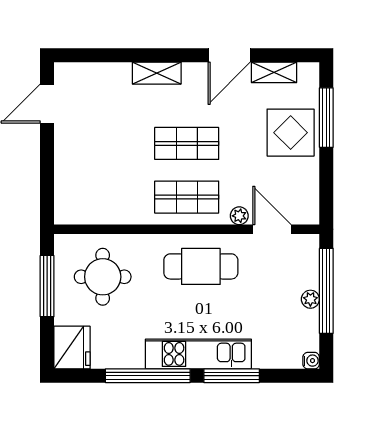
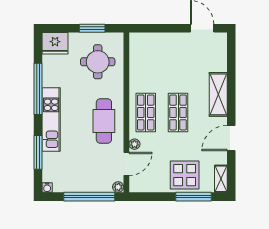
door: (229, 55) -> (231, 138), hinge flipped
shelving: (274, 72) -> (221, 179), moved
shelving: (157, 73) -> (218, 94), width x1.50, depth x1.33
window: (47, 286) -> (92, 28), width x0.69
plant: (310, 299) -> (118, 187), moved
window: (232, 376) -> (38, 152), moved

